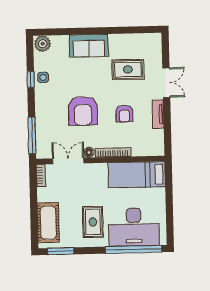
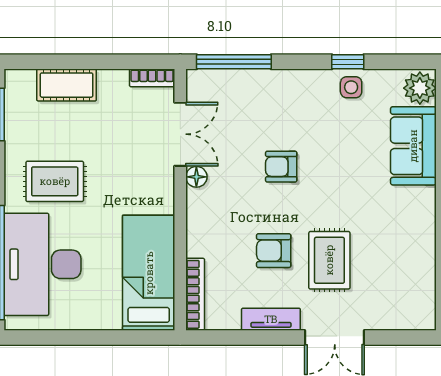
sofa: (89, 46) -> (413, 146), moved
rug: (128, 69) -> (329, 260), moved
armchair: (83, 111) -> (281, 167), width x0.53, depth x0.53
bookcase: (113, 152) -> (195, 294), moved
cot: (48, 223) -> (67, 85), width x0.73, depth x0.75

